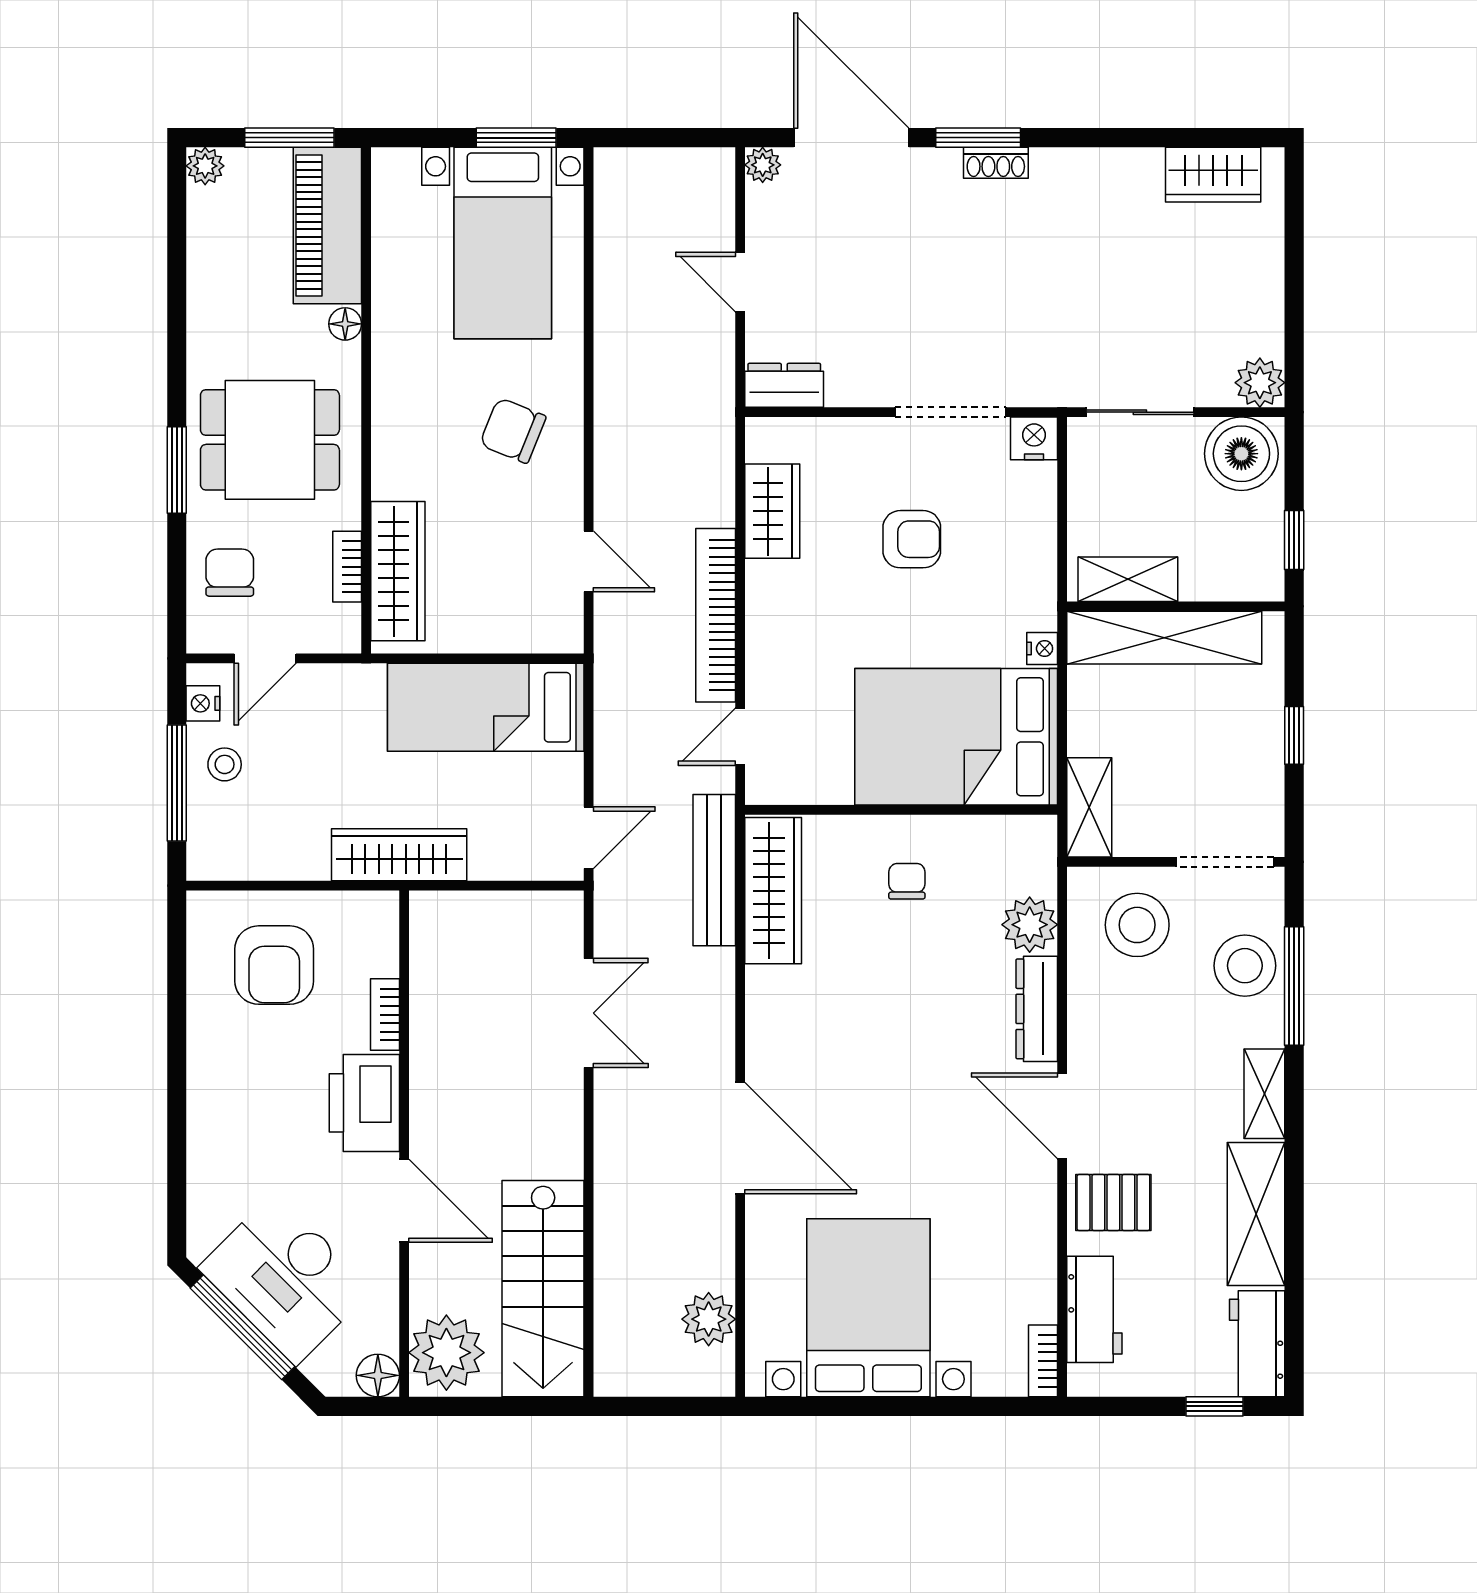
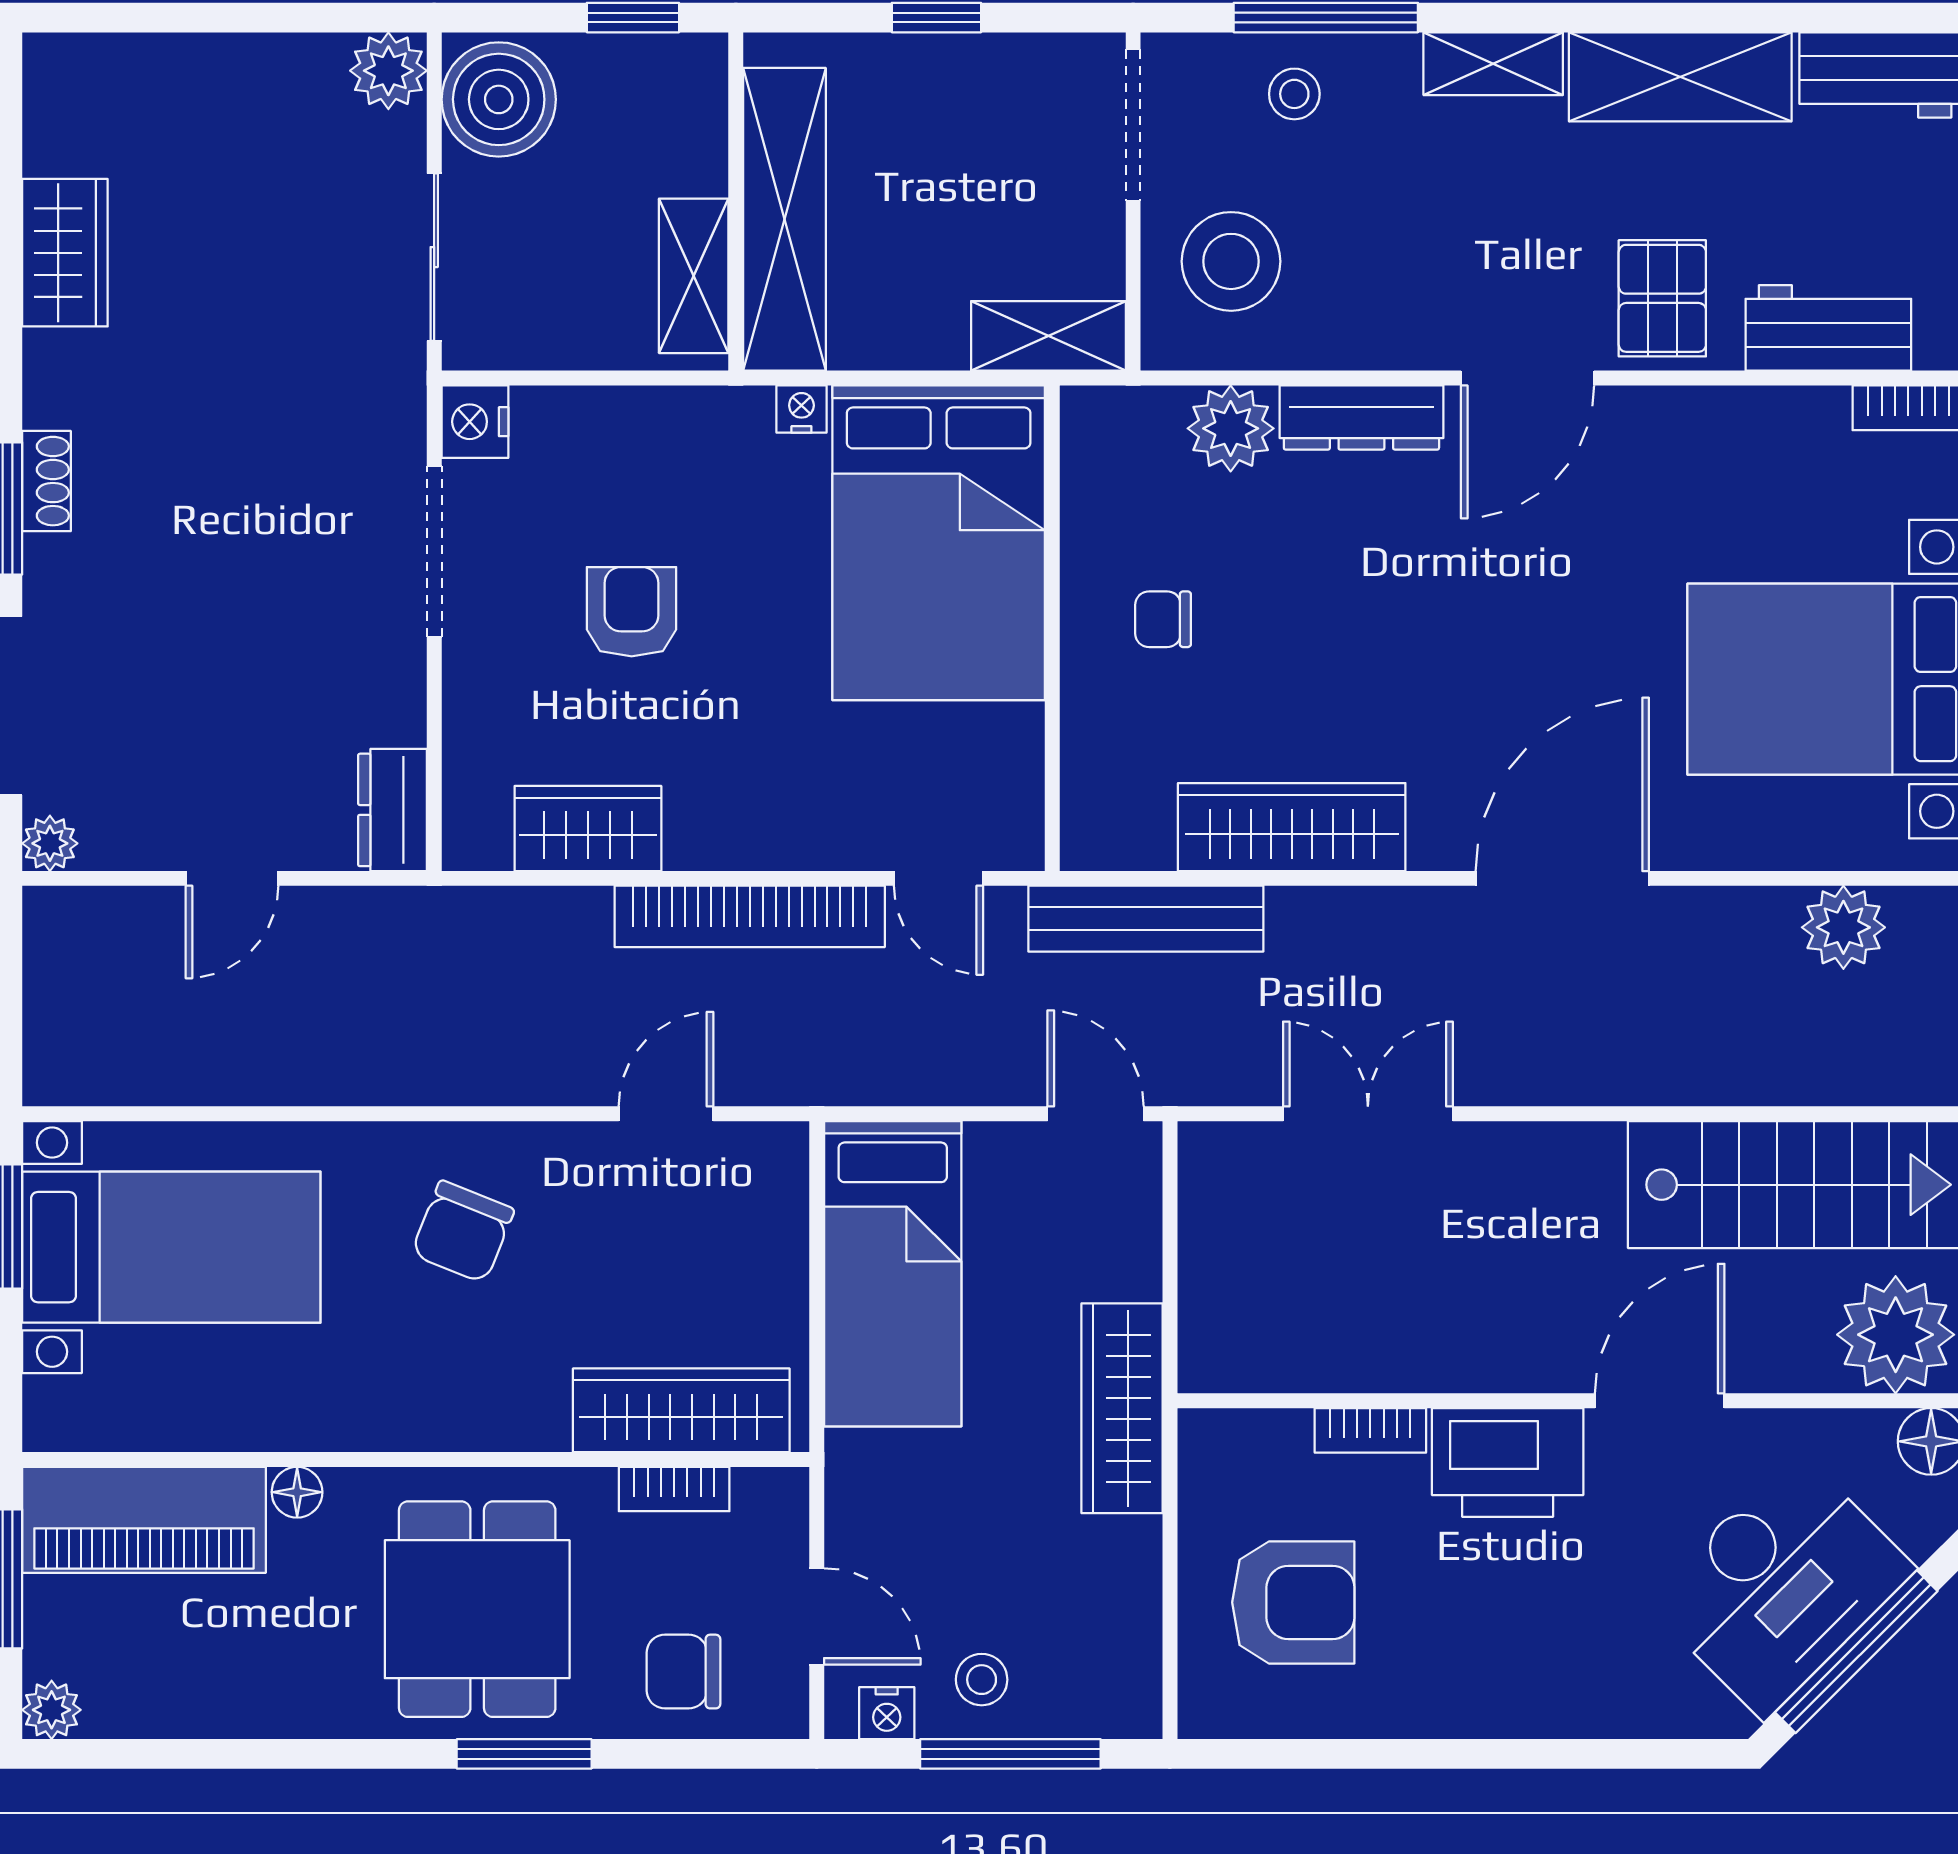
wardrobe: (1213, 175) -> (65, 253), moved
wardrobe: (773, 891) -> (1292, 827), moved
stool: (1245, 966) -> (1294, 94), width x0.53, depth x0.53

